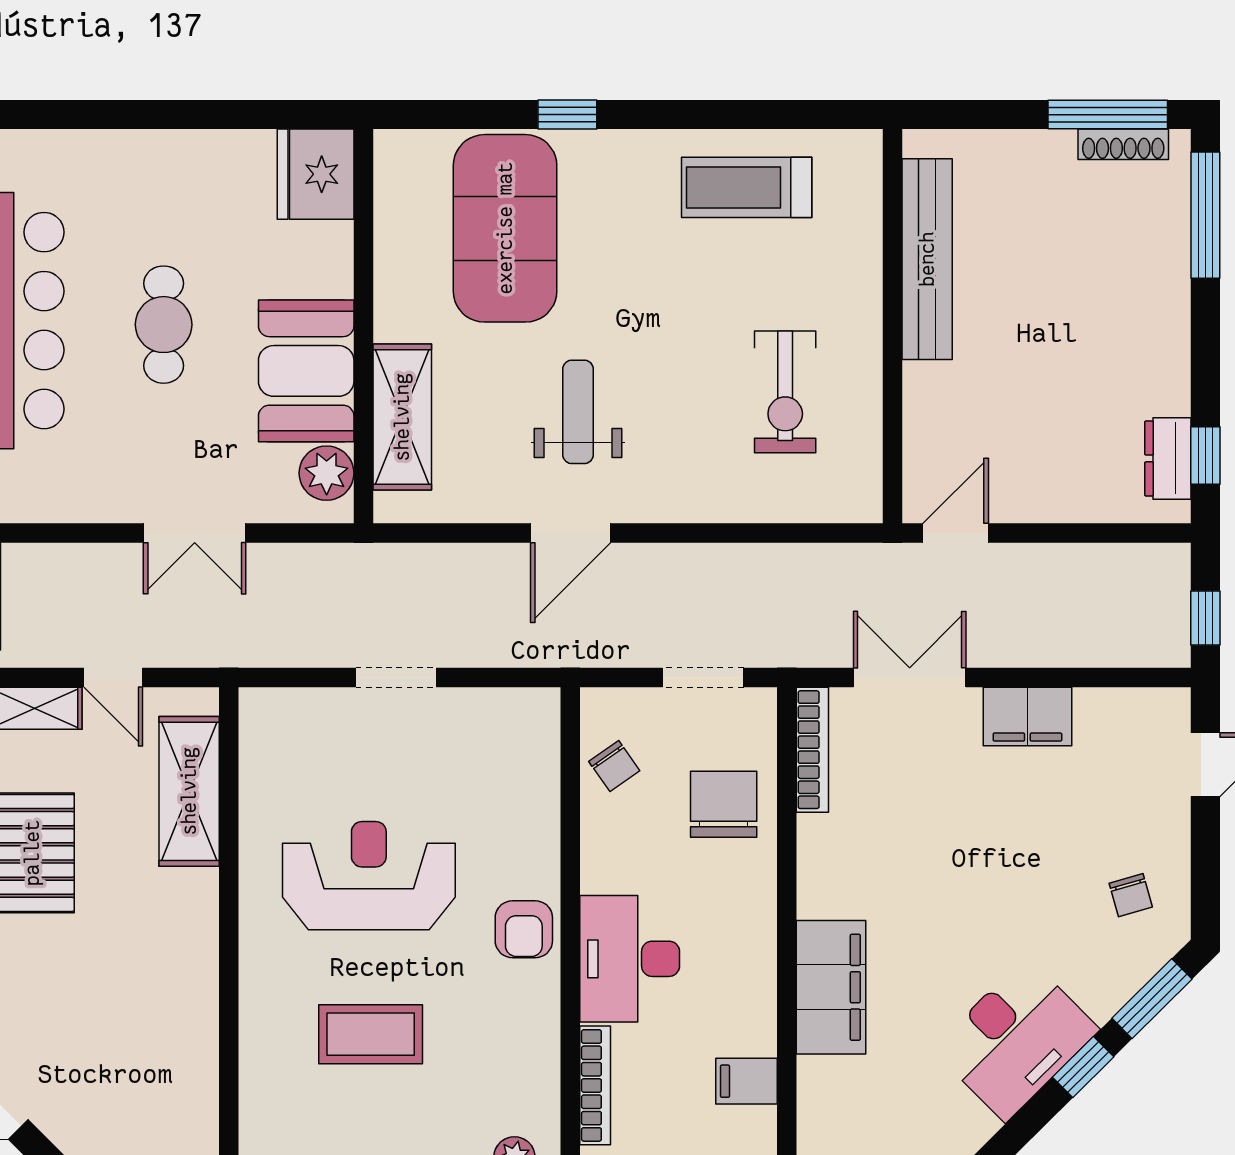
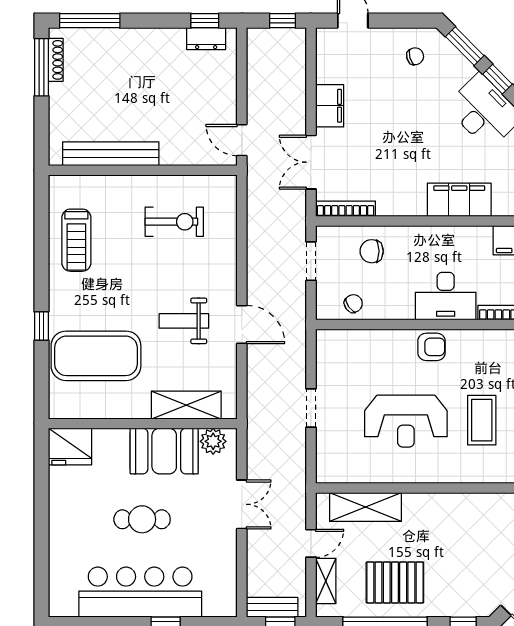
chair: (724, 804) -> (372, 251), width x0.73, depth x0.73
reception desk: (369, 876) -> (406, 421), turned -90

